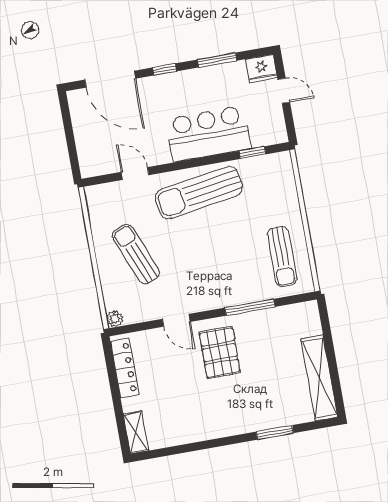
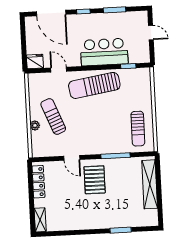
fridge: (262, 69) -> (35, 61), moved, turned 180
plant: (115, 319) -> (35, 125), moved
shelving: (319, 378) -> (150, 184), moved

